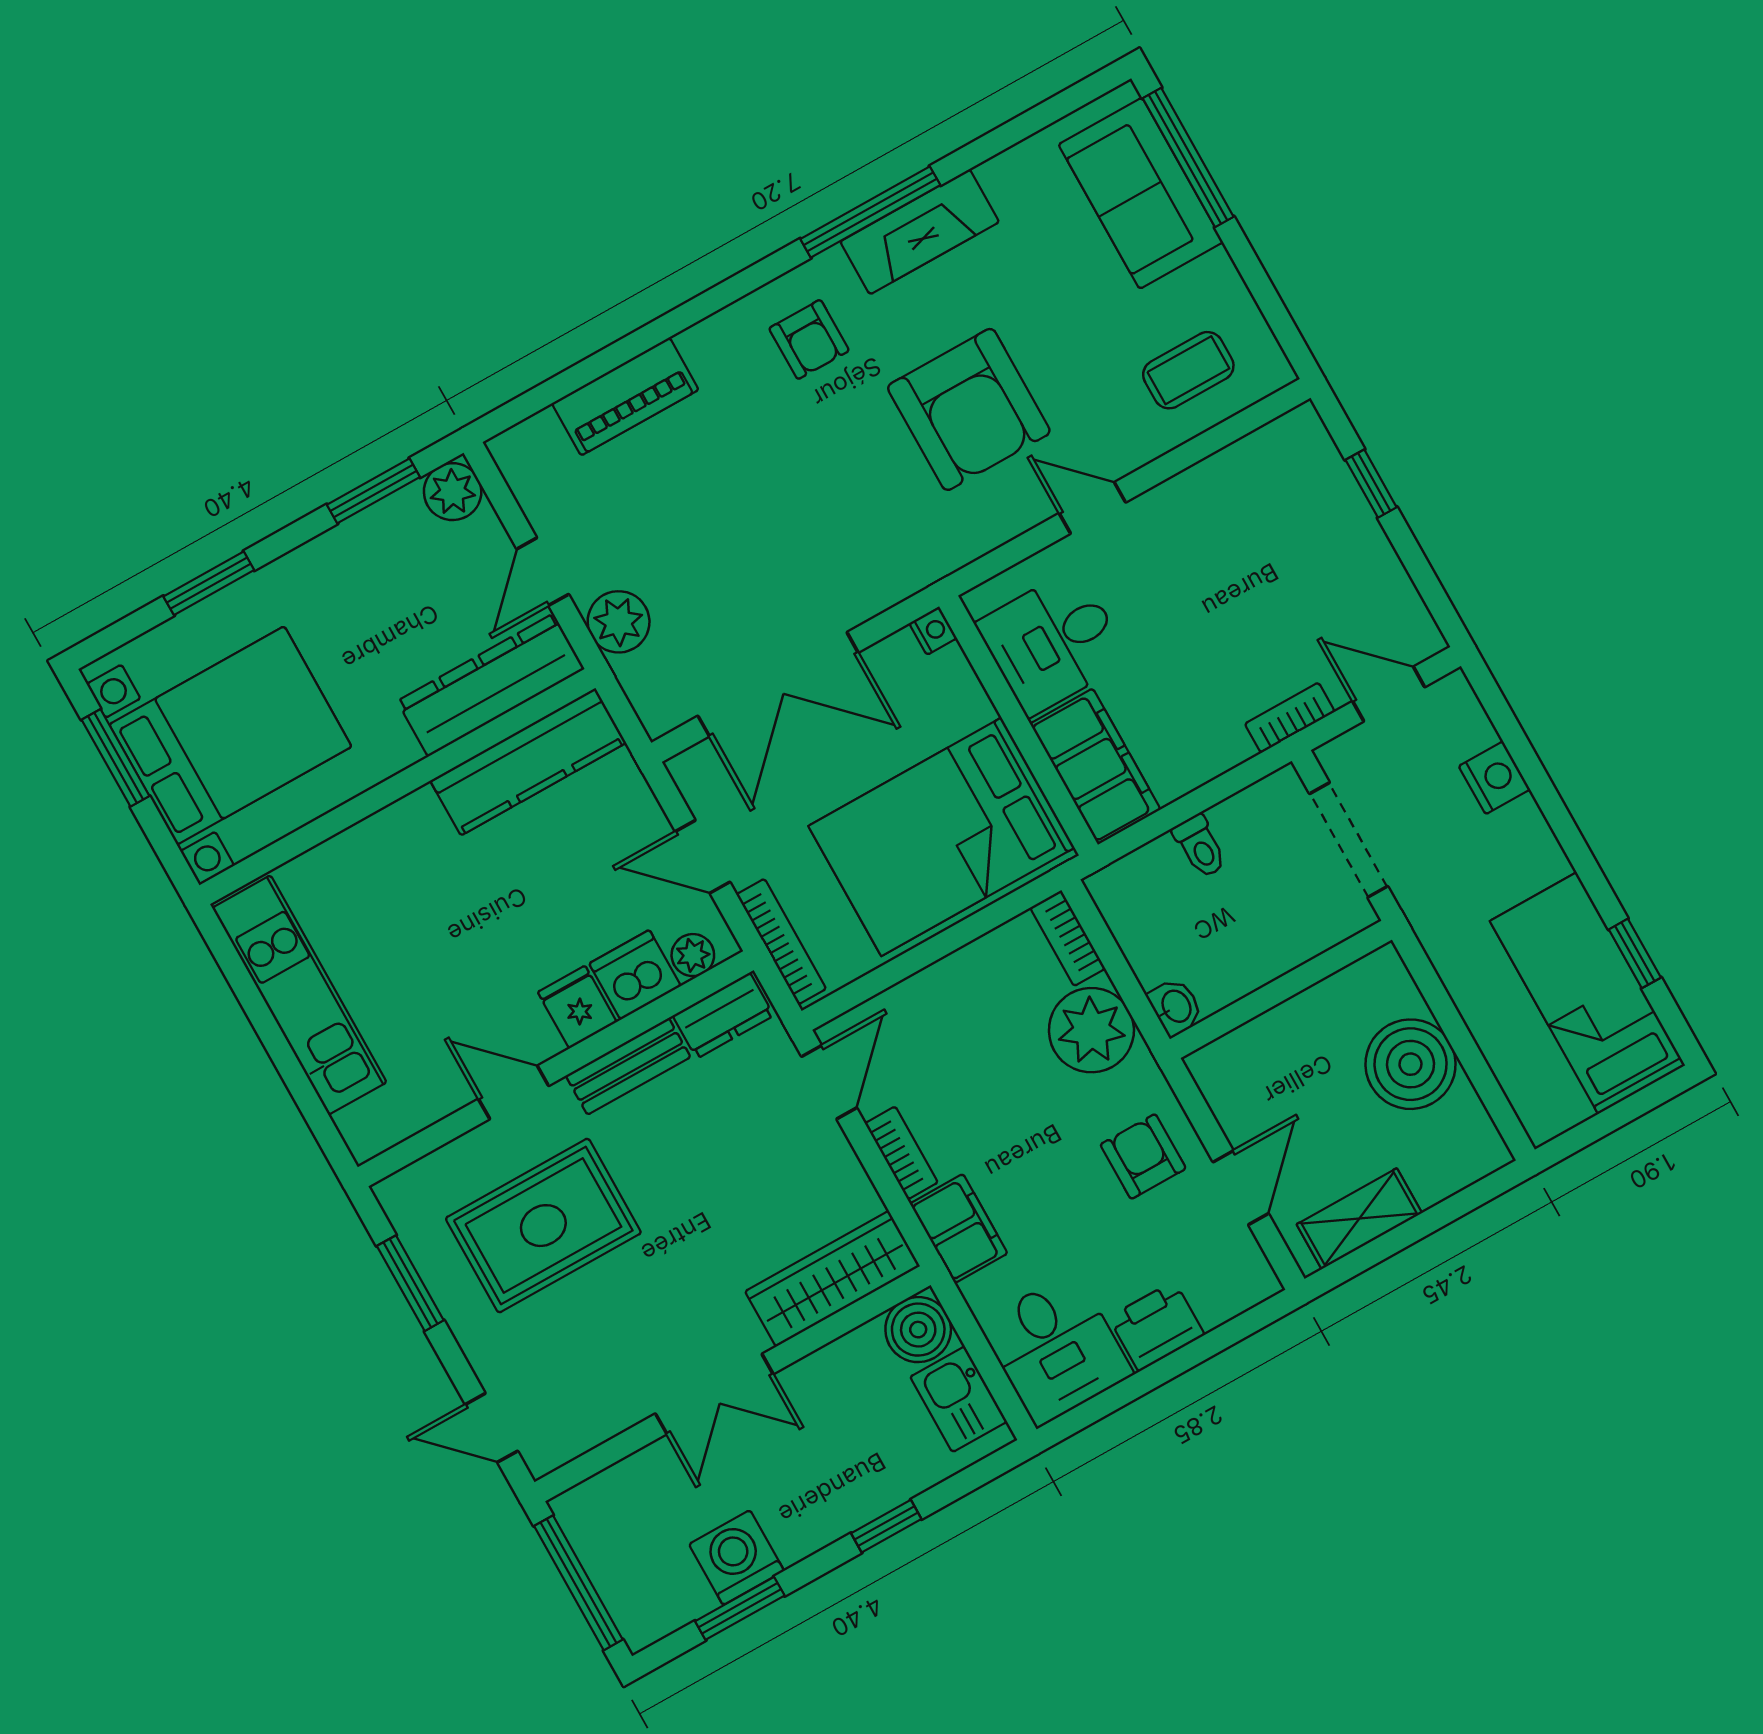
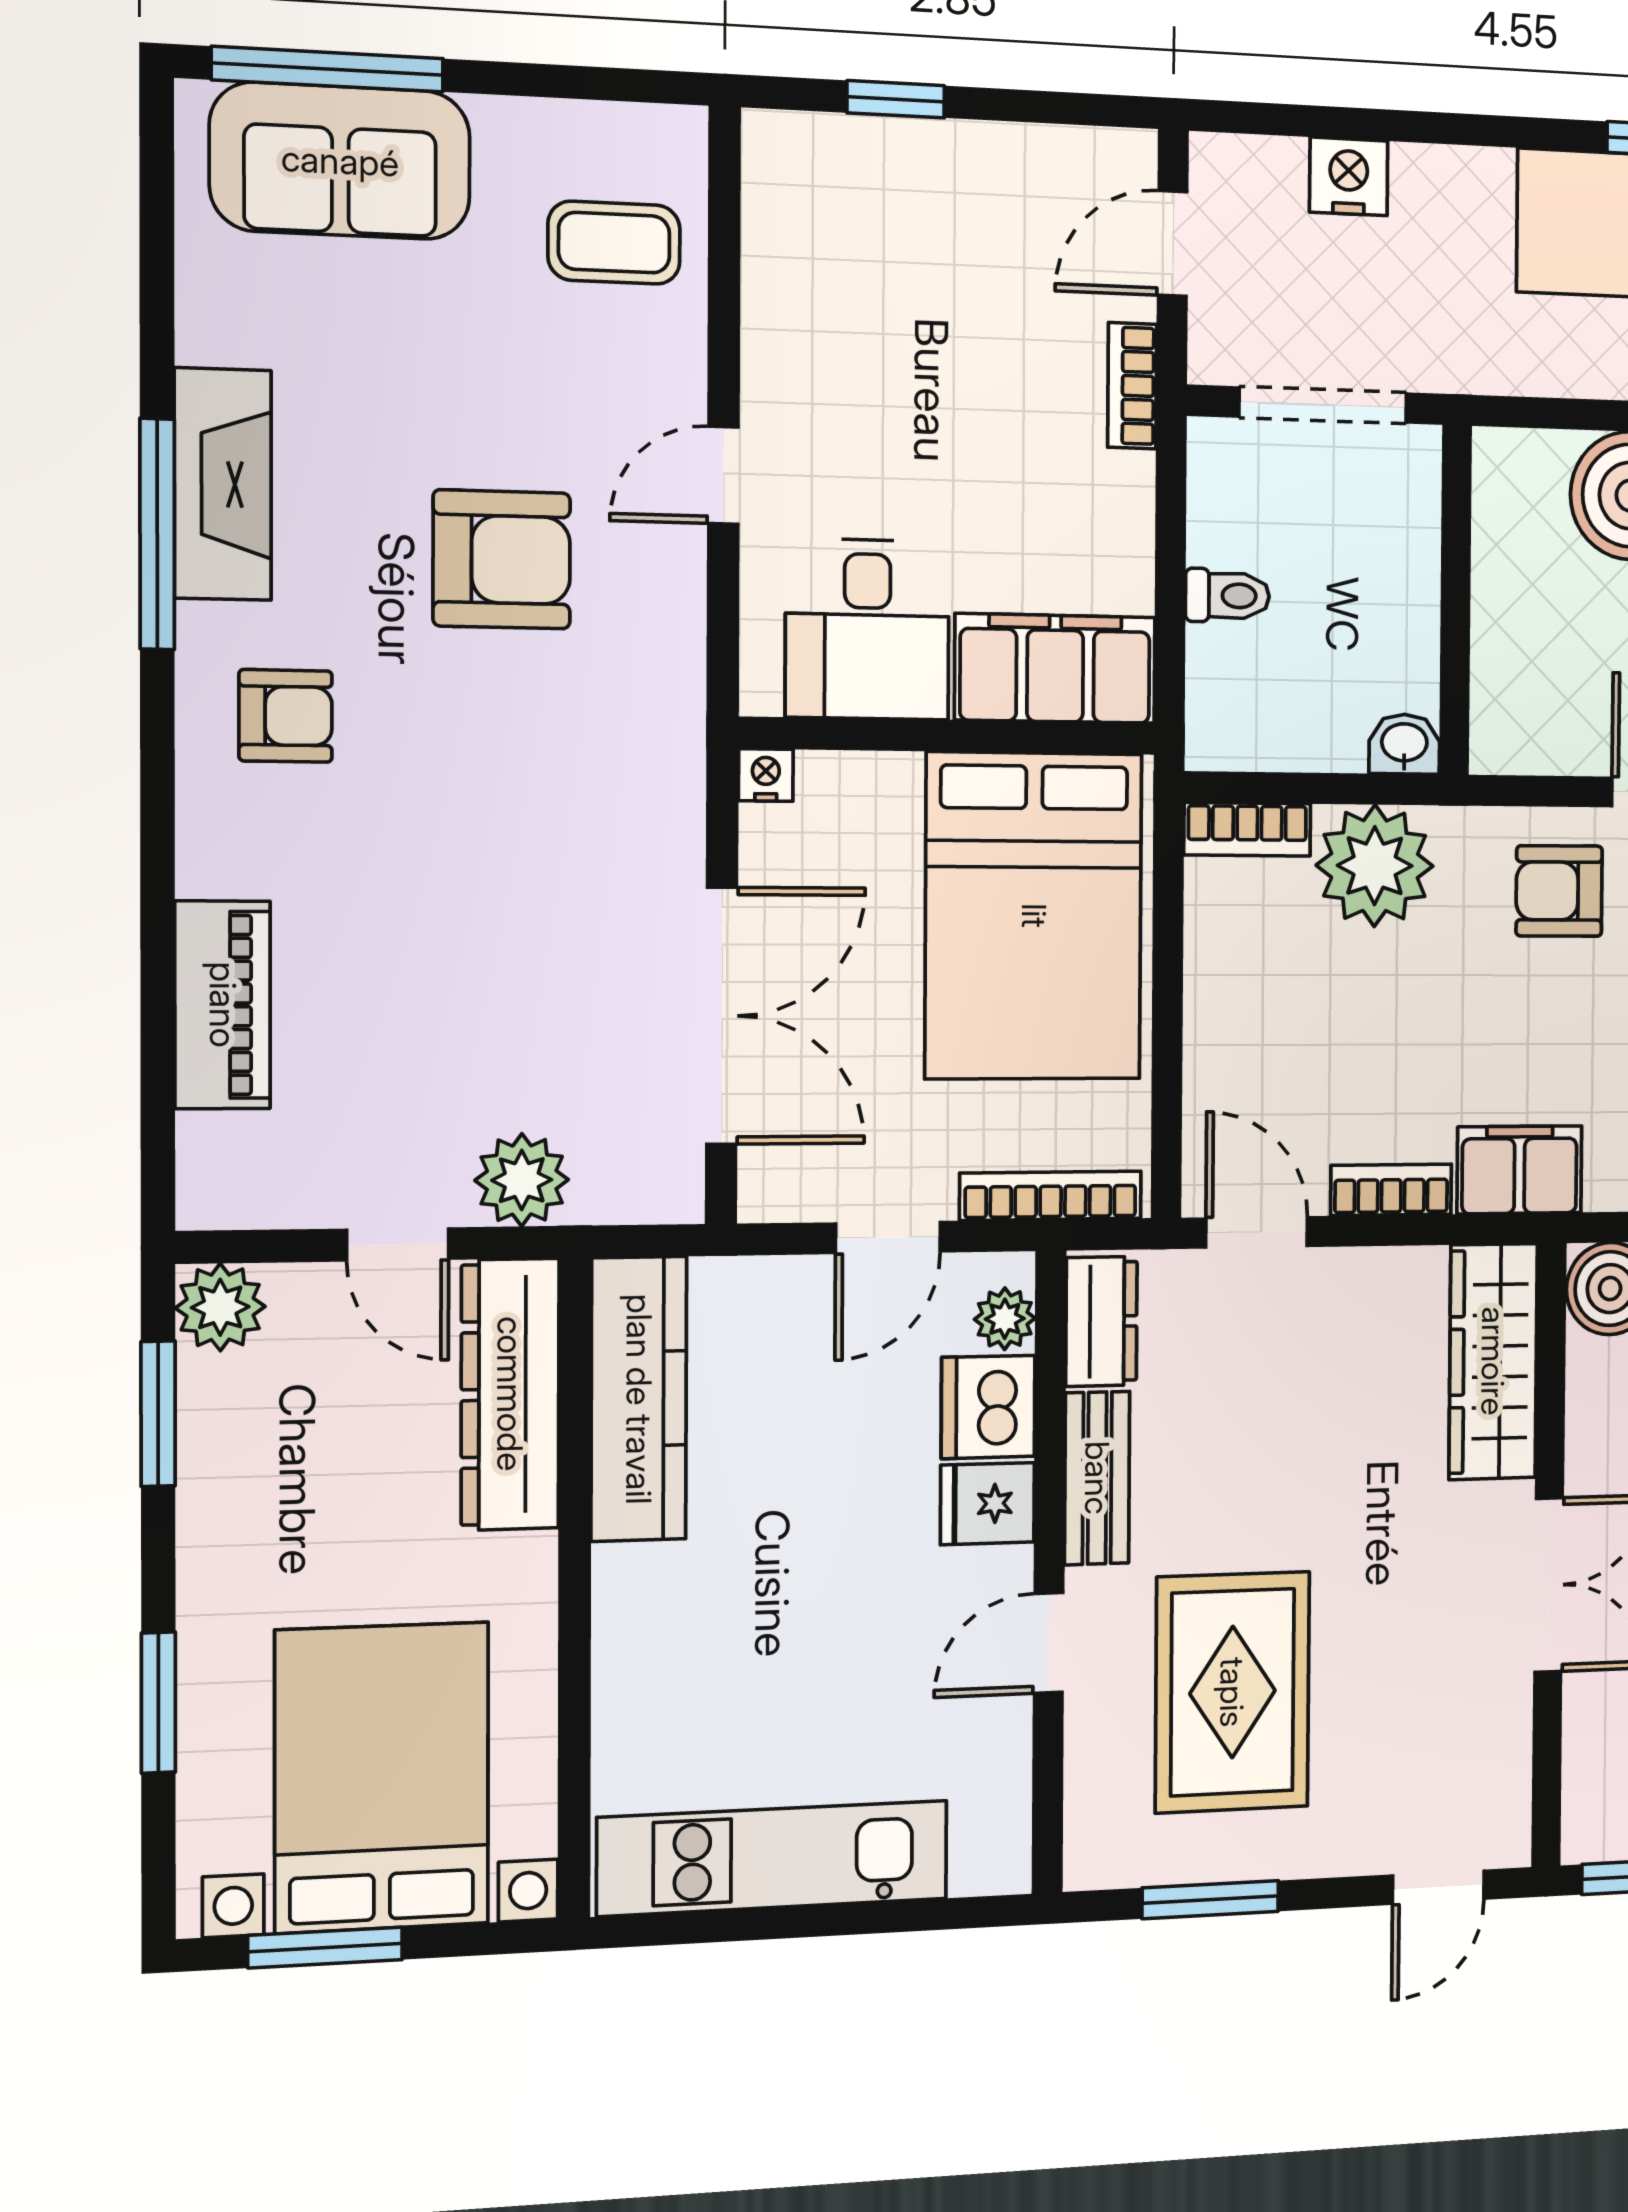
coffee table: (1188, 370) -> (614, 243), turned 90
armchair: (969, 409) -> (502, 559), width x0.73, depth x0.73

